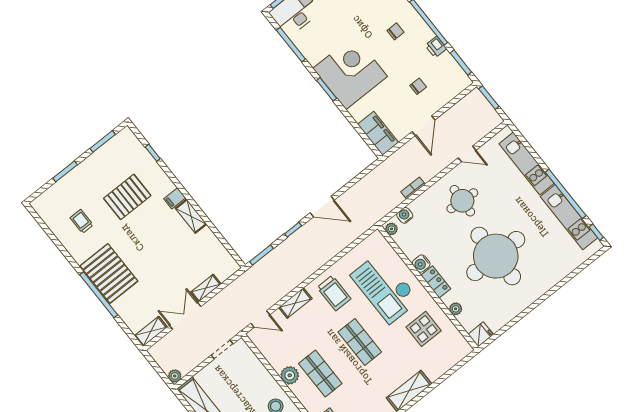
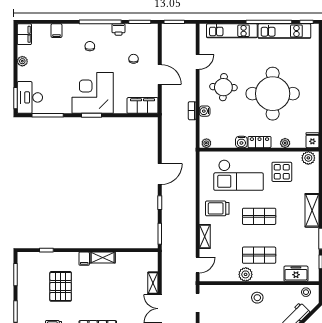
water cooler: (405, 215) -> (205, 111), moved
trolley: (334, 293) -> (217, 208), turned 180
plant: (459, 345) -> (308, 158), added

